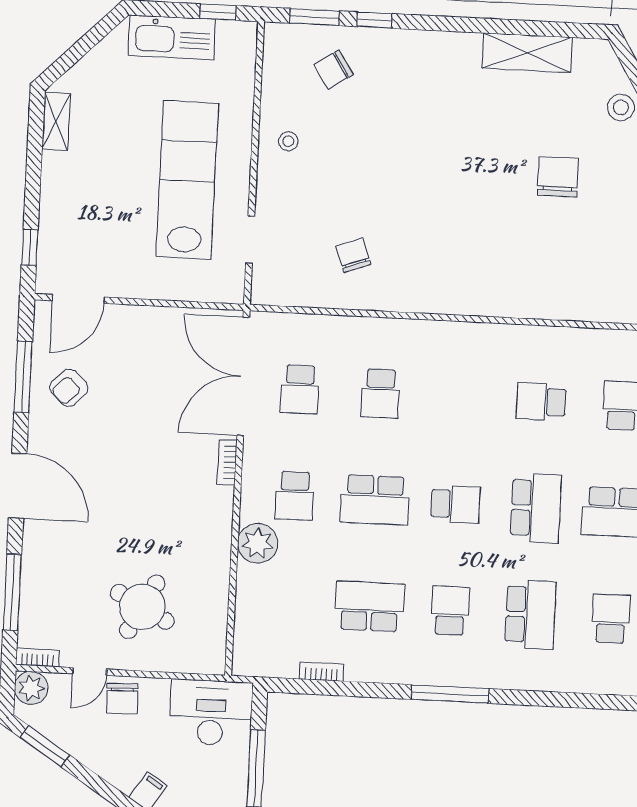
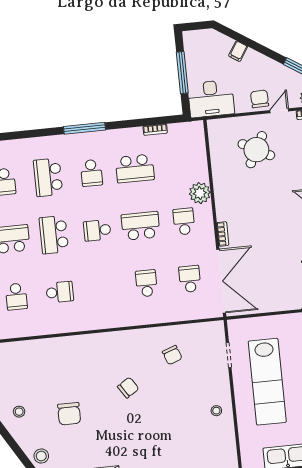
chair: (333, 69) -> (128, 388), moved

